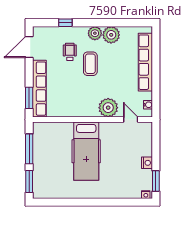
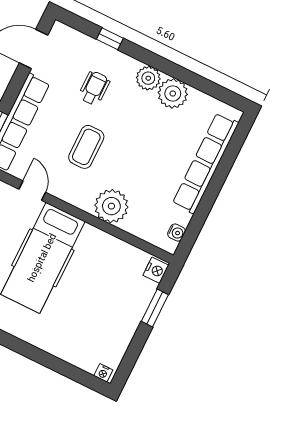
coffee table: (90, 64) -> (86, 147), moved
door: (131, 120) -> (32, 191), moved
nightstand: (147, 163) -> (156, 270), moved
window: (156, 181) -> (155, 308), moved

